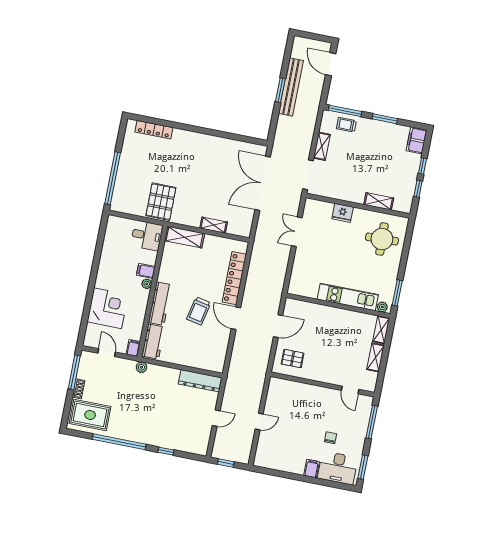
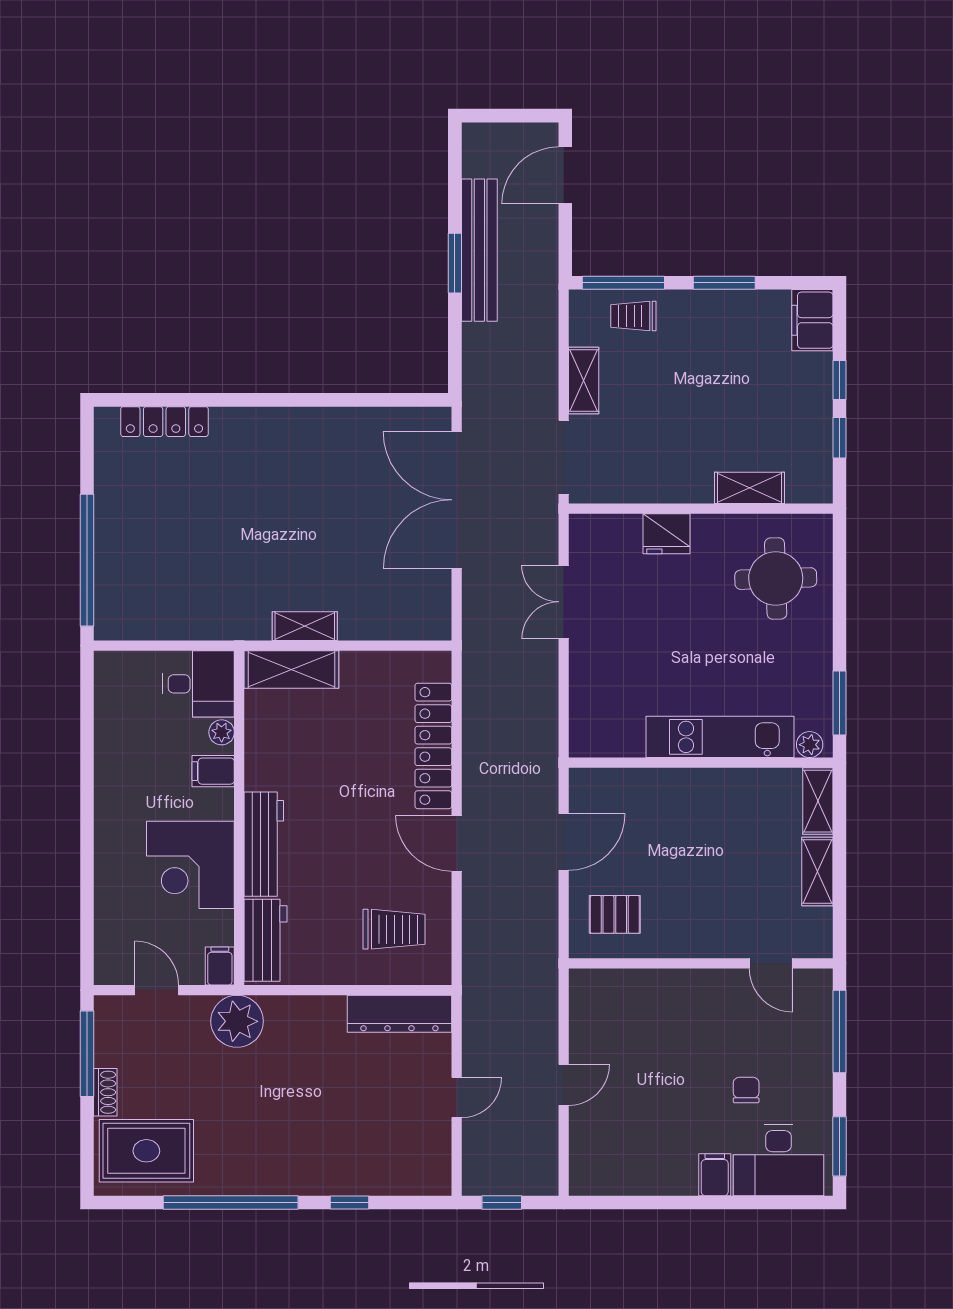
door: (331, 64) -> (565, 175), hinge flipped
pallet: (161, 202) -> (216, 594), removed
shelving: (214, 225) -> (305, 626), moved
plant: (147, 284) -> (222, 732), moved
corner desk: (108, 308) -> (190, 865), moved, turned 180
trolley: (199, 311) -> (394, 929), moved, turned -102
plant: (141, 367) -> (237, 1021), width x1.88, depth x1.88

